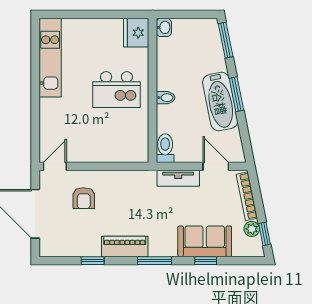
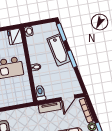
bathtub: (220, 102) -> (59, 50), moved
door: (216, 166) -> (68, 98), swing flipped

